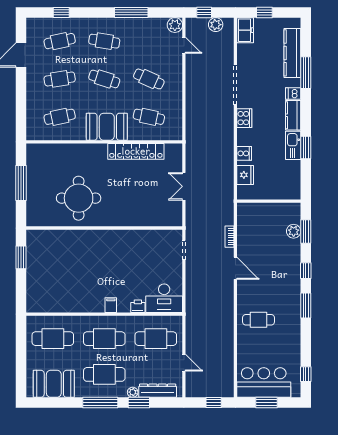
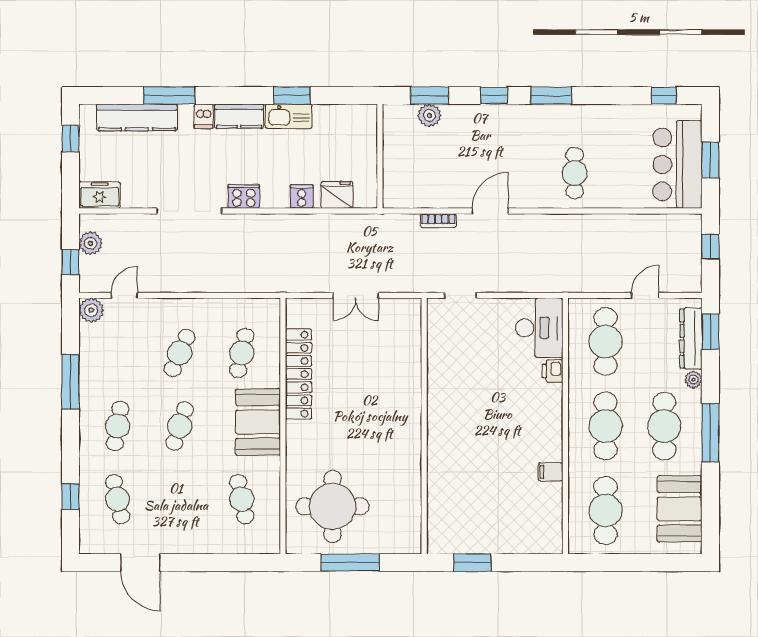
window: (264, 12) -> (70, 139), moved
cafe table: (60, 79) -> (180, 499), removed
round table: (79, 198) -> (333, 506), moved
filing cabinet: (111, 305) -> (551, 472), moved
window: (139, 403) -> (710, 332), moved

